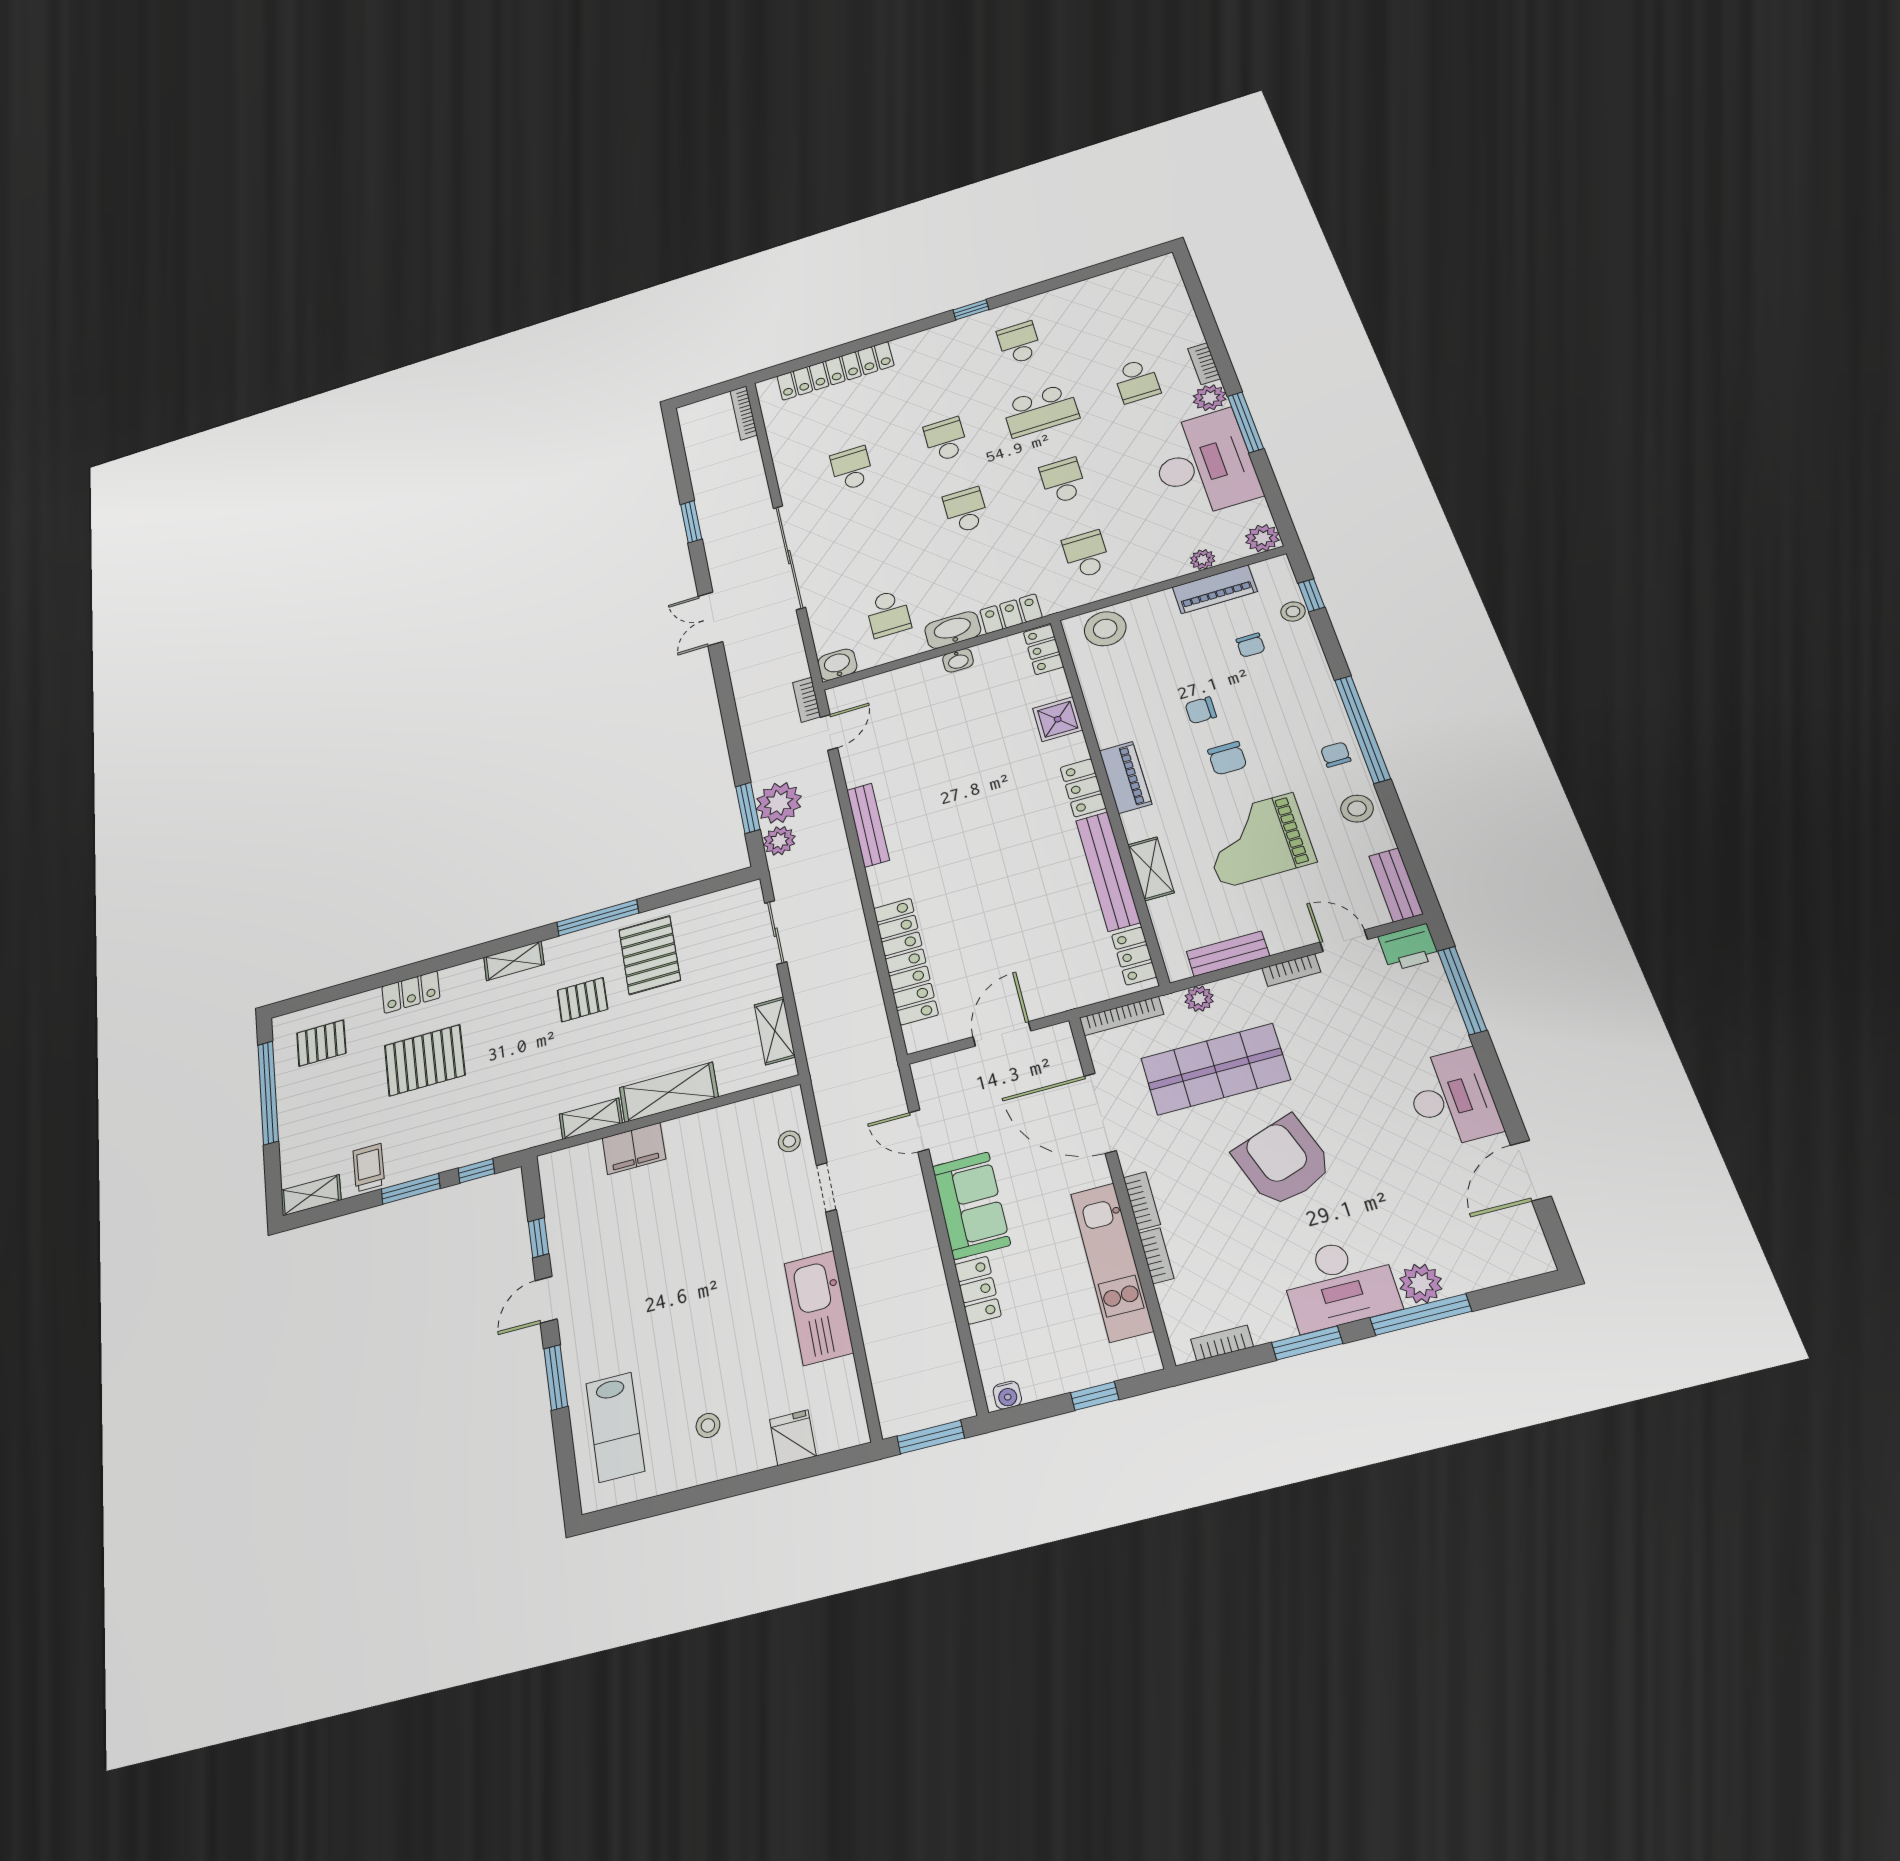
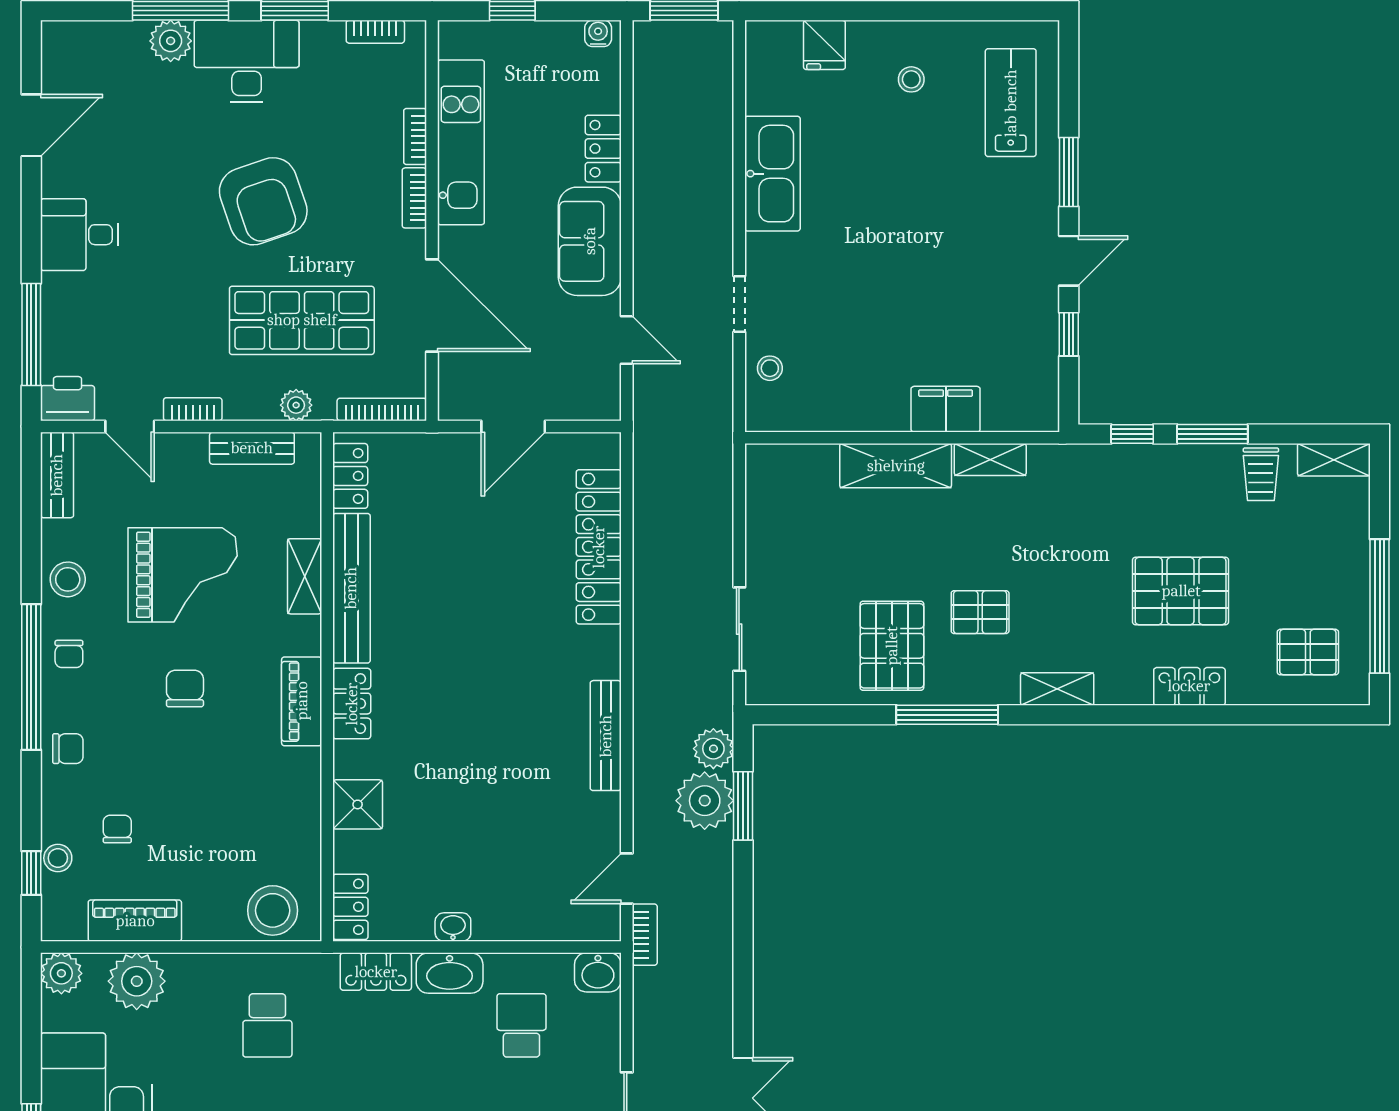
plant: (1203, 560) -> (137, 981), width x1.87, depth x1.87
chair: (1201, 710) -> (68, 749), moved
shelving: (775, 1031) -> (762, 505), removed
desk: (1452, 1098) -> (80, 235), width x0.73

